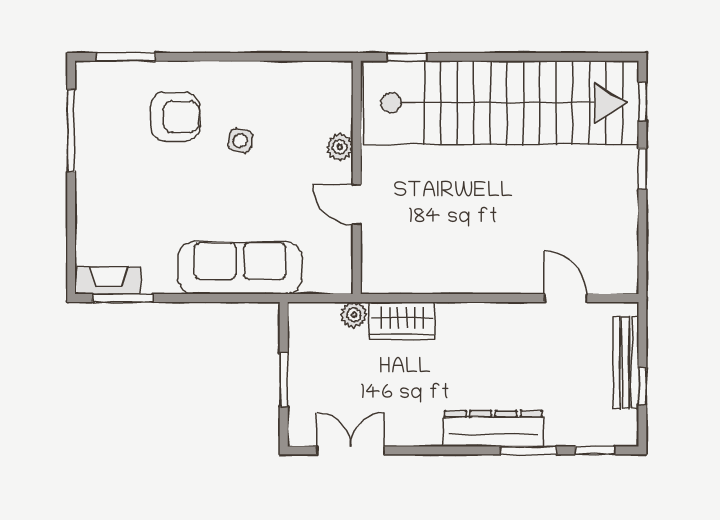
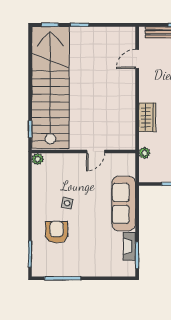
plant: (340, 147) -> (38, 159), moved
fireplace: (108, 281) -> (129, 246), moved
wardrobe: (402, 321) -> (147, 117), moved

